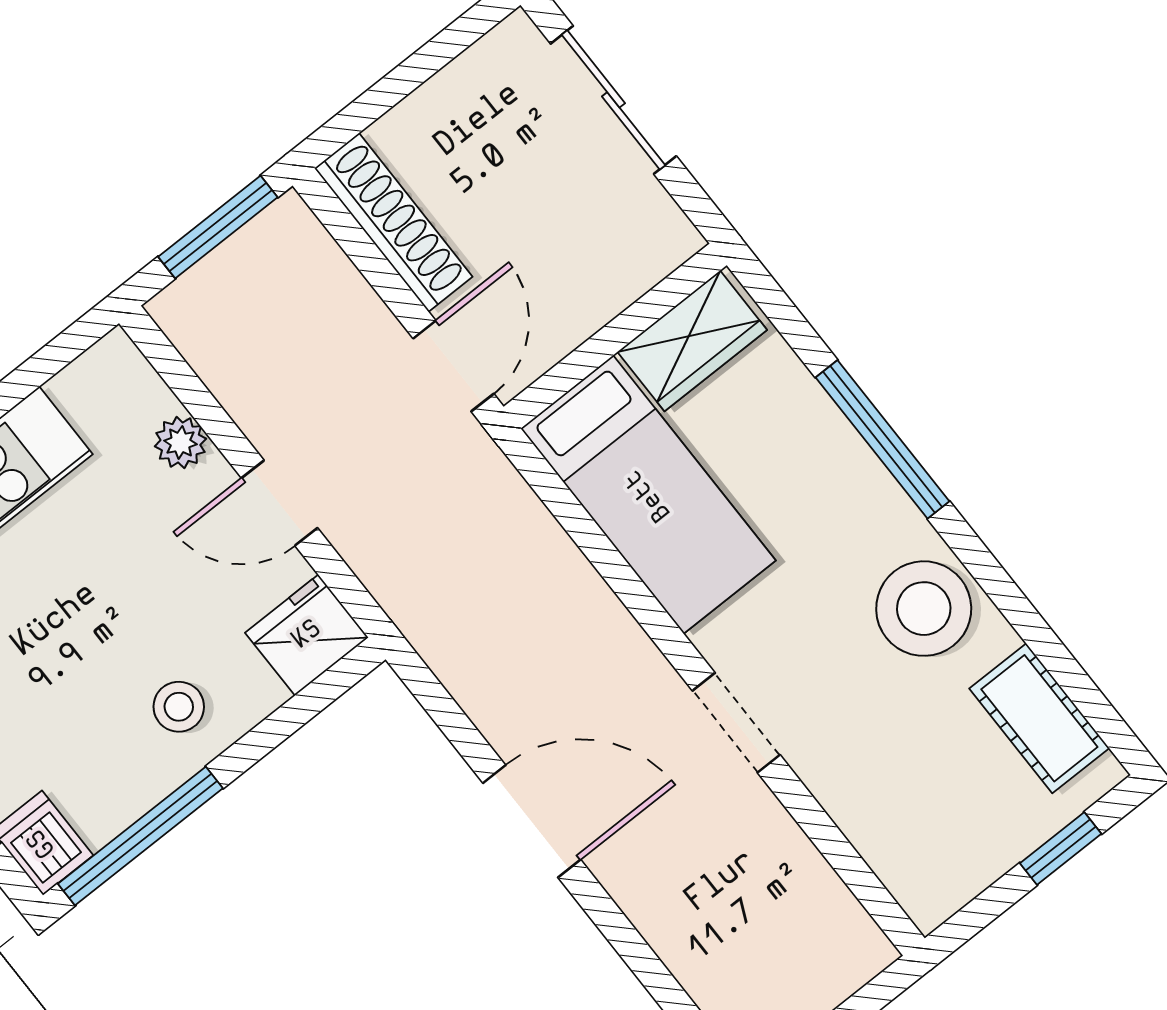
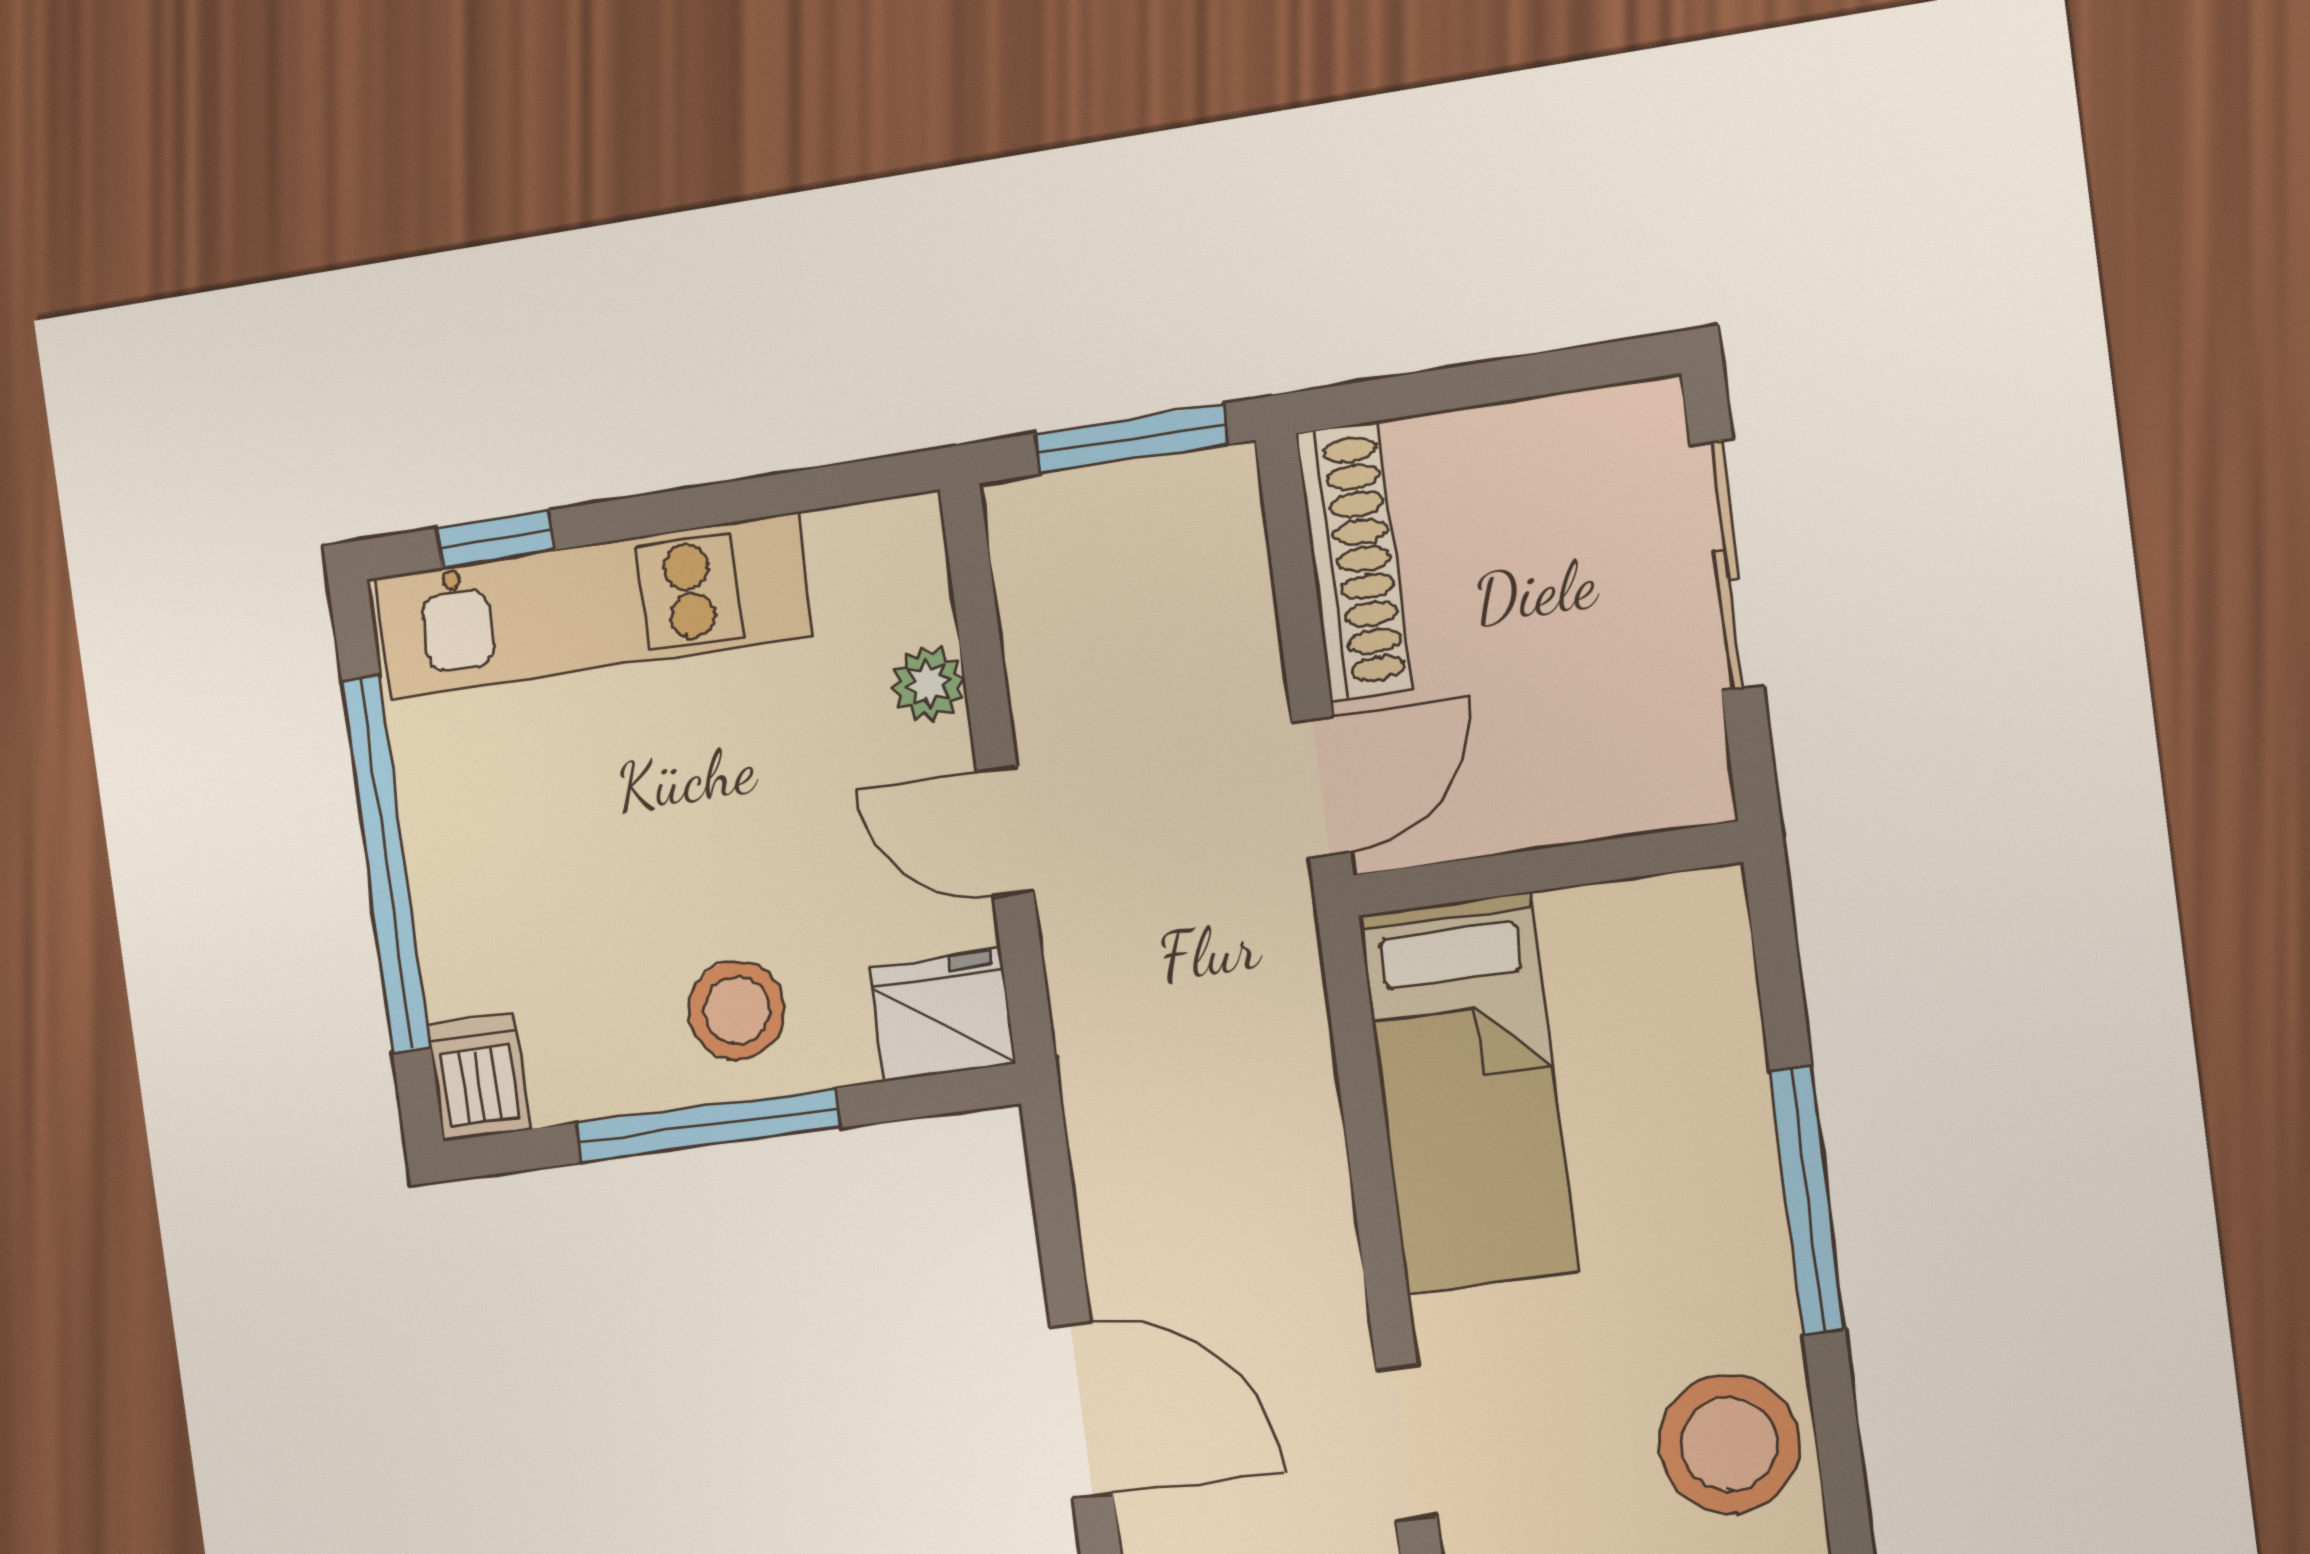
wardrobe: (692, 341) -> (1641, 933), removed
stool: (179, 707) -> (737, 1010), width x1.37, depth x1.37
window: (140, 836) -> (708, 1125), moved

